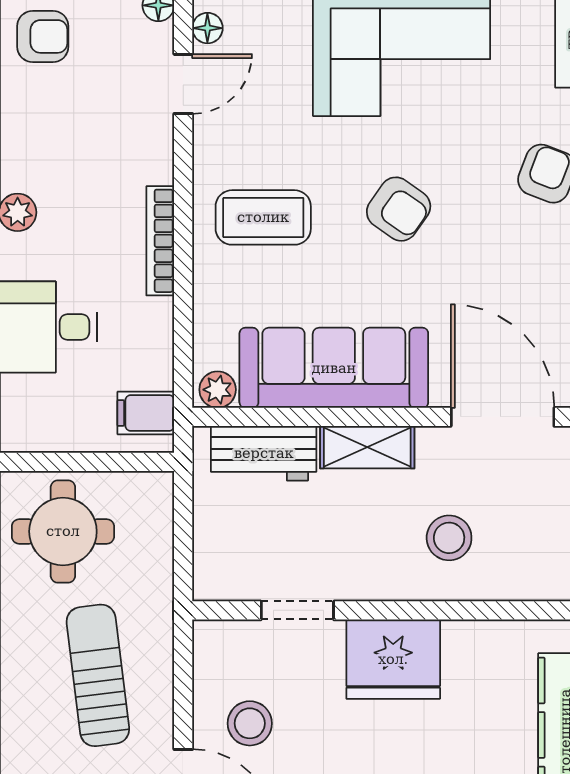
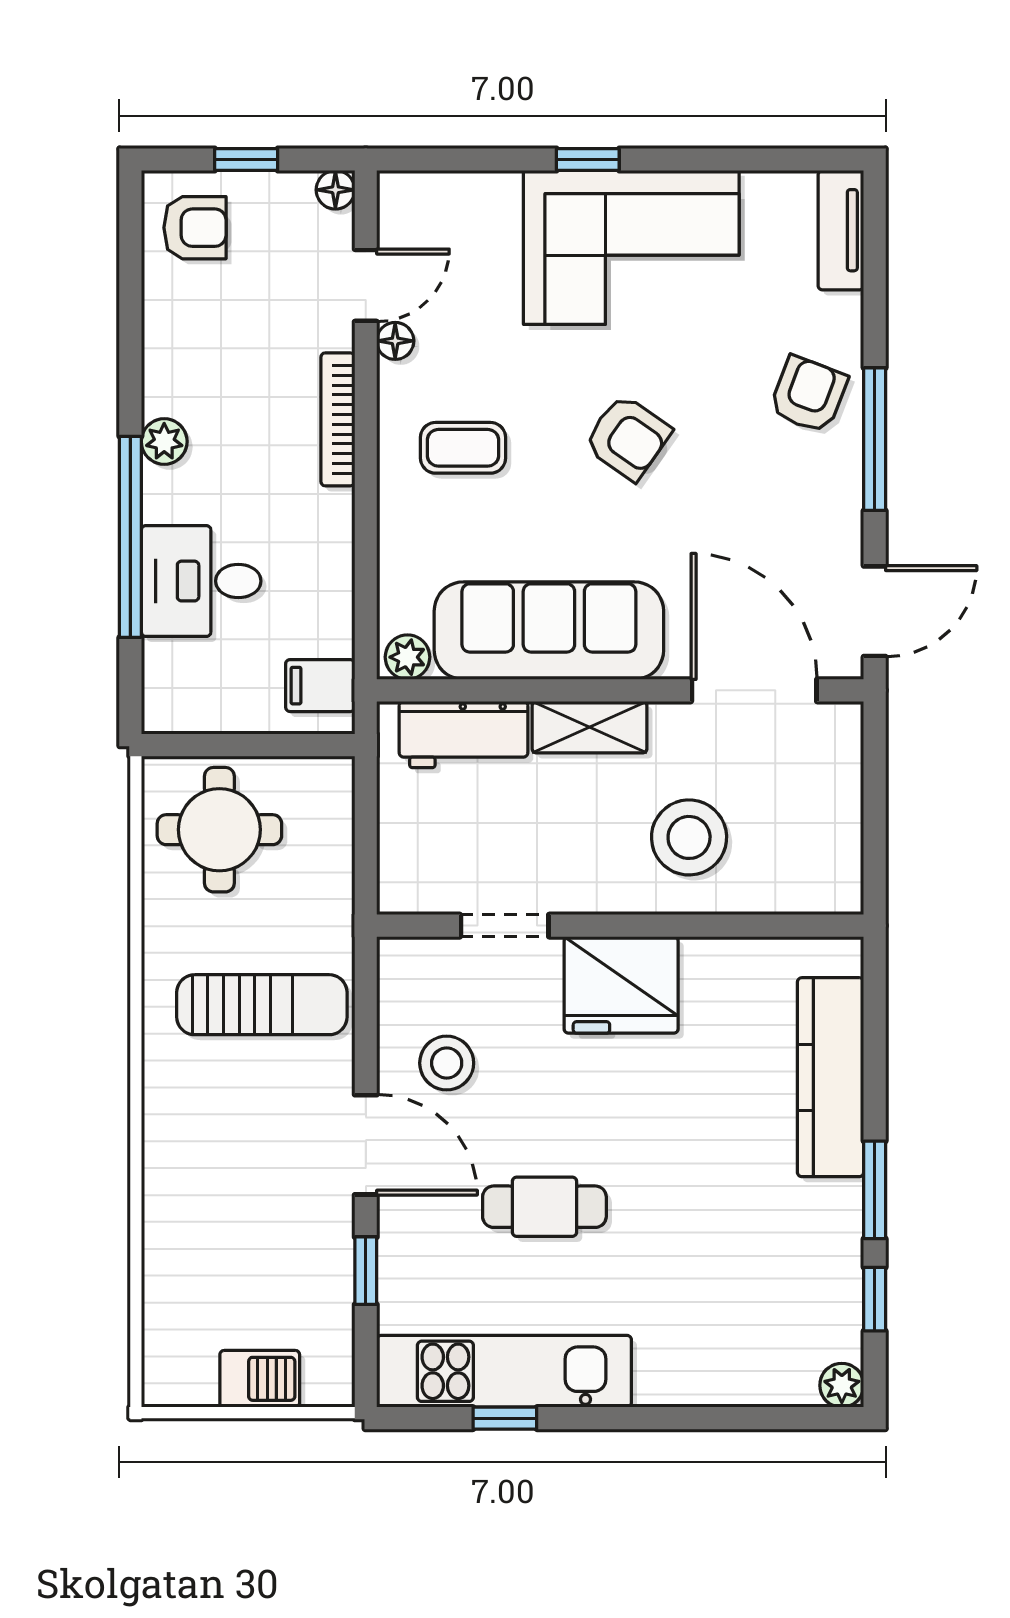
floor lamp: (207, 28) -> (395, 341), moved
coffee table: (263, 217) -> (463, 448), width x0.73, depth x0.77
bookcase: (160, 241) -> (338, 419), moved
stool: (449, 538) -> (689, 837), width x1.38, depth x1.38
sun lounger: (98, 675) -> (262, 1005), turned 97

